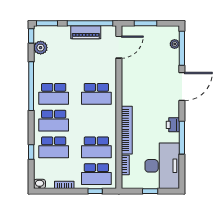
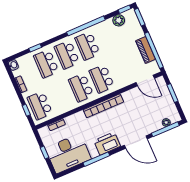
printer: (173, 125) -> (107, 143), width x1.87, depth x1.48
bookcase: (127, 130) -> (103, 106), moved
school desk: (96, 147) -> (81, 88), moved

